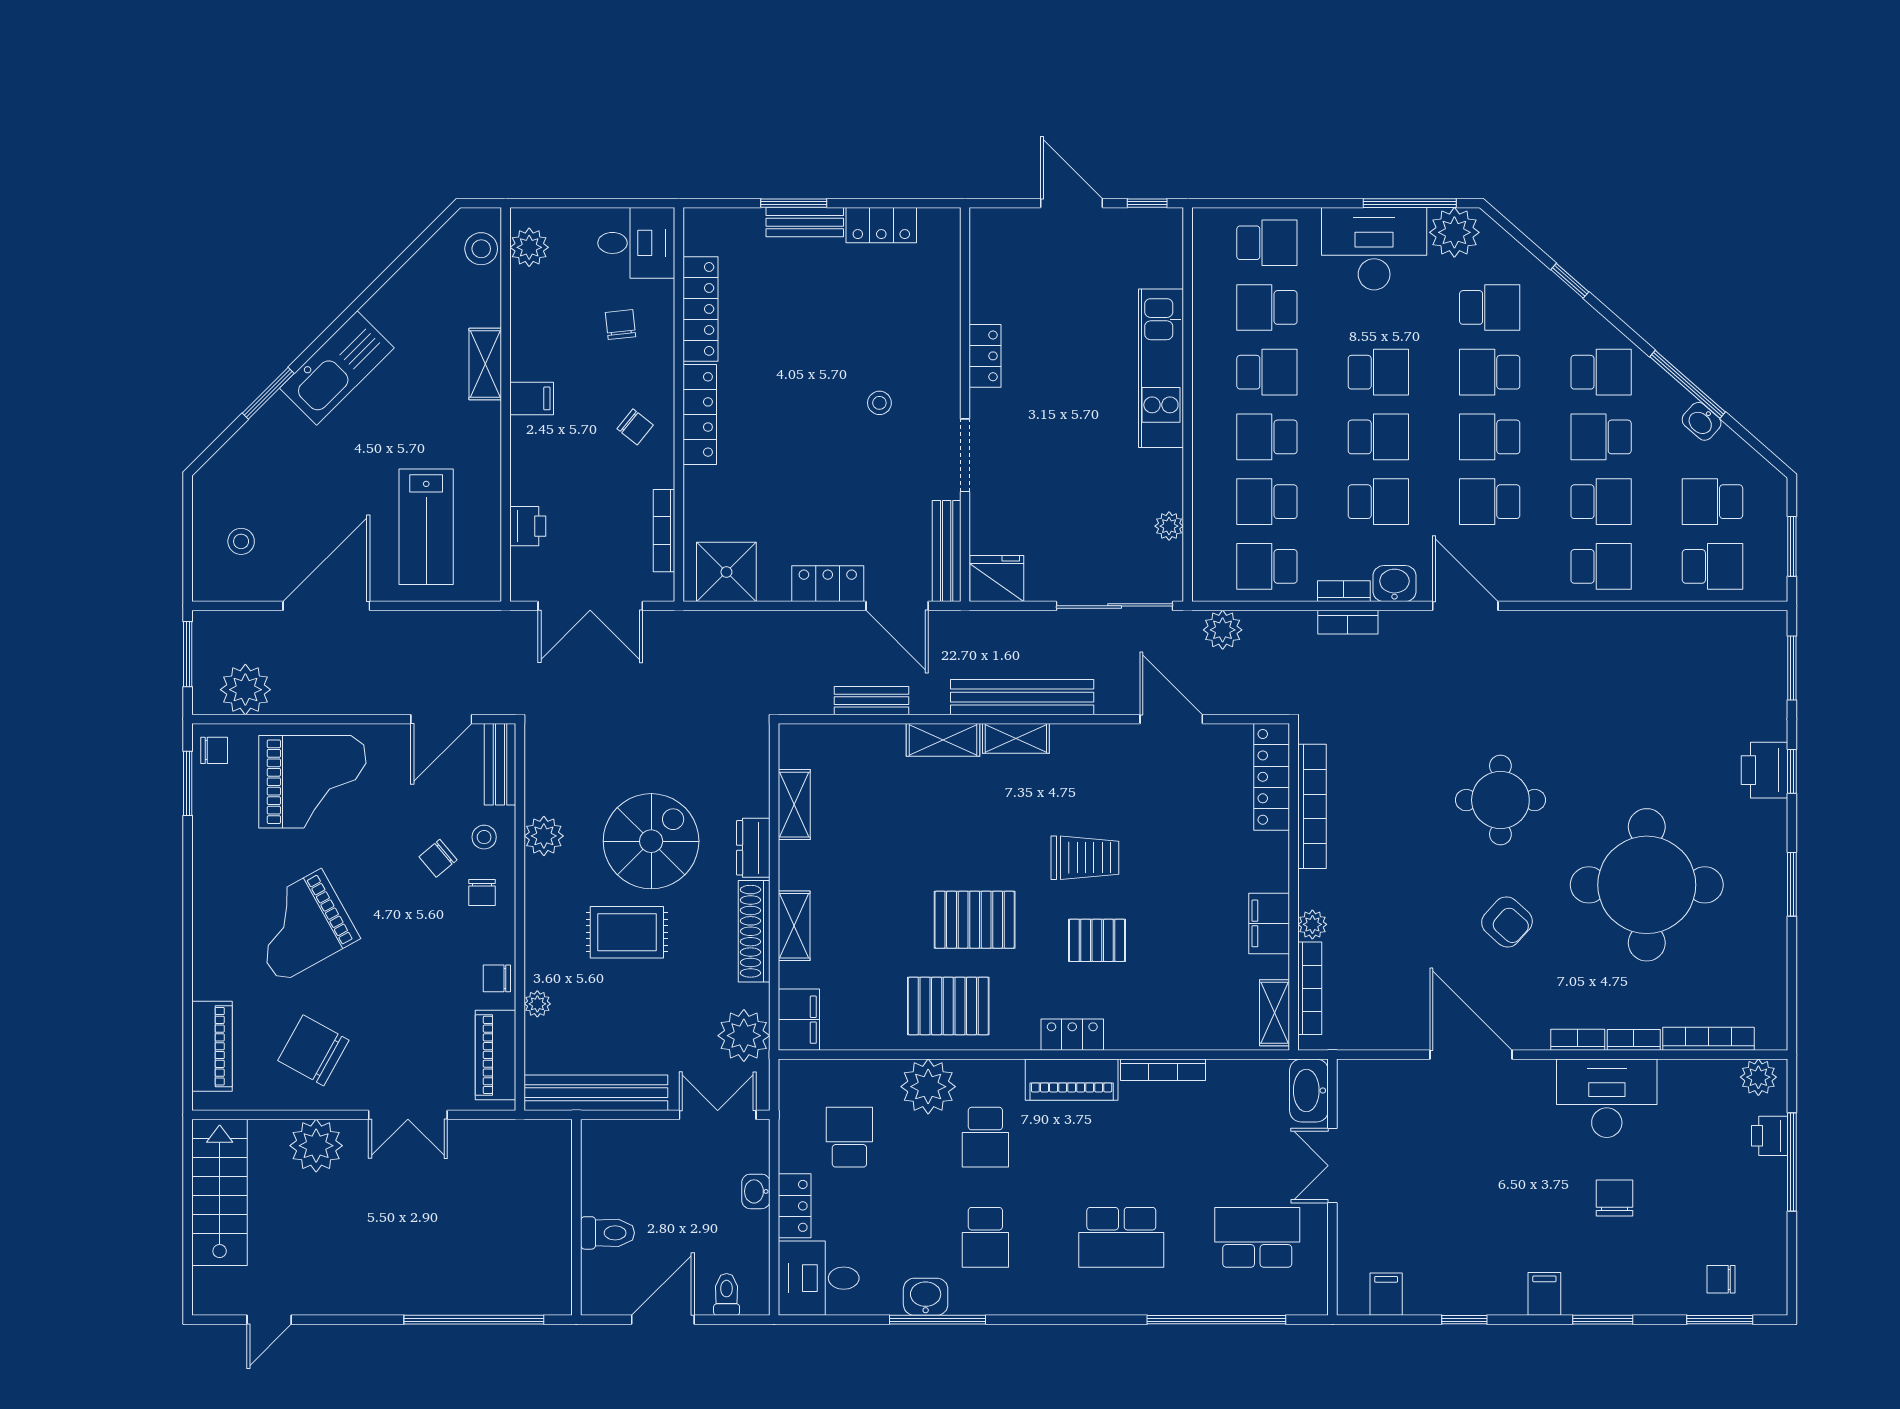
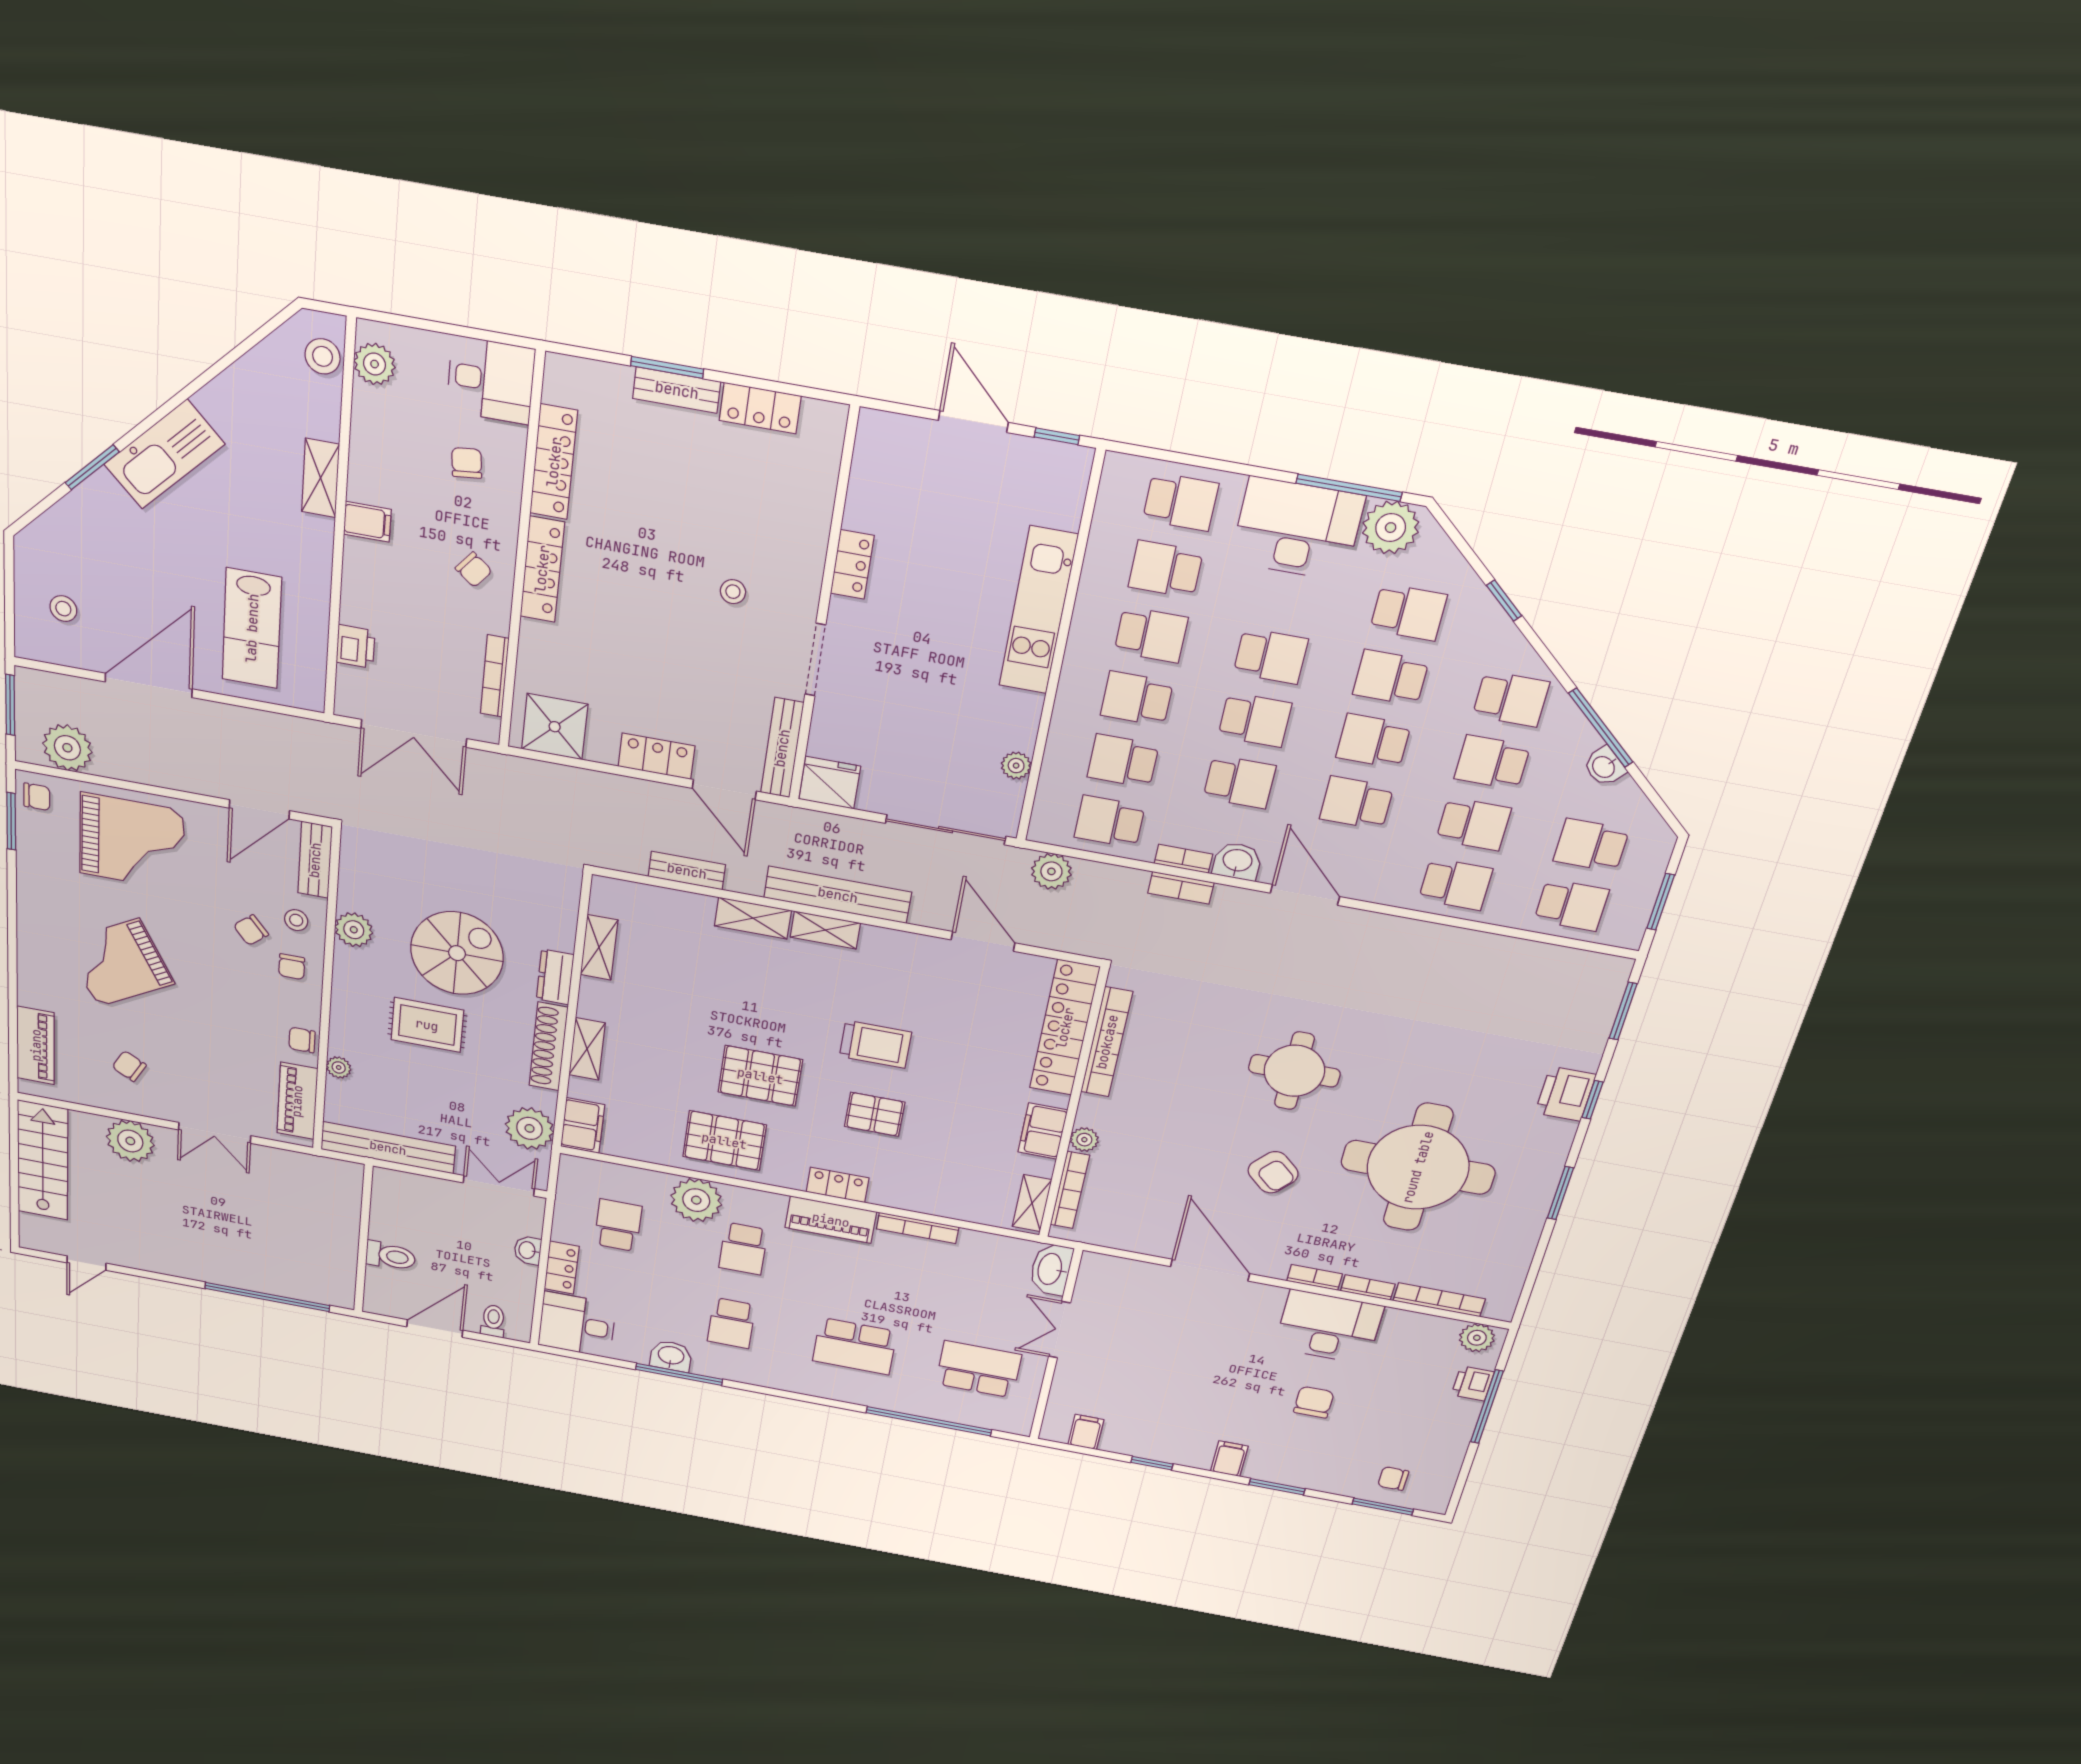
locker: (1272, 777) -> (1065, 1028), width x1.41, depth x1.21
chair: (313, 1050) -> (129, 1066), width x0.54, depth x0.54

